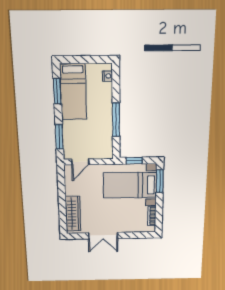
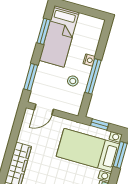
nightstand: (107, 76) -> (89, 60), moved
stool: (99, 129) -> (73, 81), added

